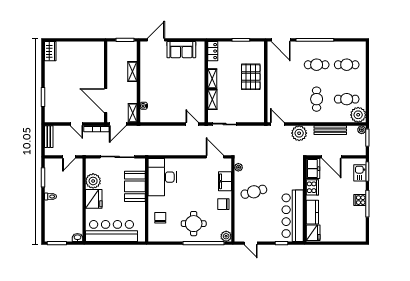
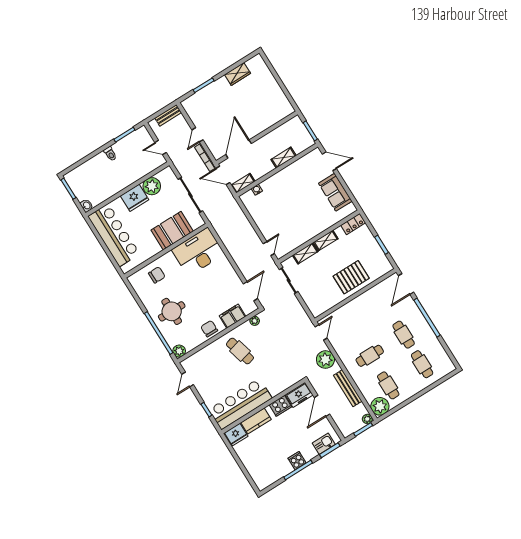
wardrobe: (50, 51) -> (238, 74), moved

